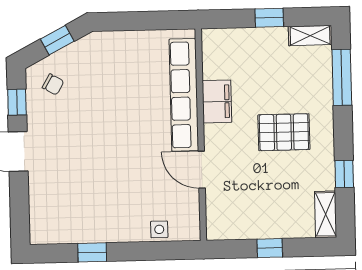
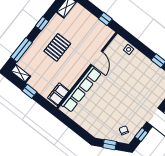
filing cabinet: (217, 101) -> (58, 94), moved
pallet: (284, 132) -> (57, 47), turned 90
window: (344, 174) -> (42, 24), moved
window: (270, 248) -> (105, 19), moved

